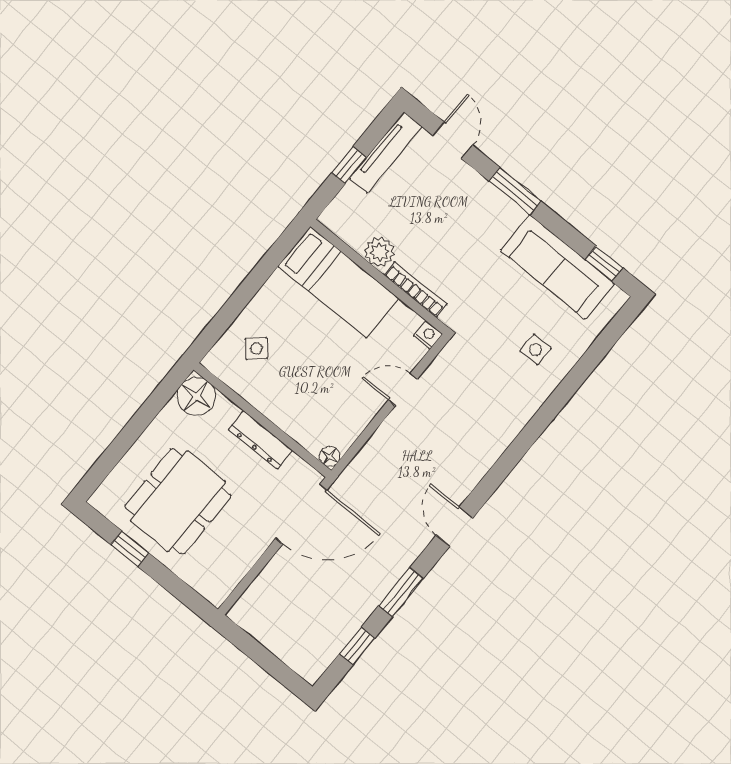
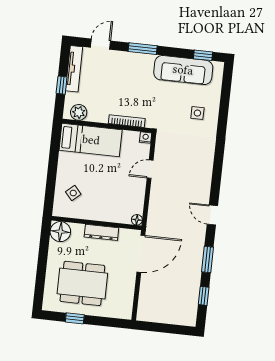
door: (453, 140) -> (100, 44), hinge flipped
plant: (380, 252) -> (79, 112), moved
dining table: (178, 501) -> (82, 283), turned 90

